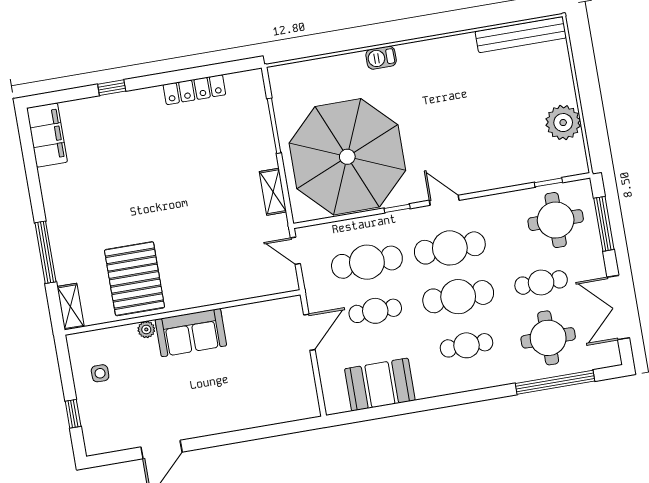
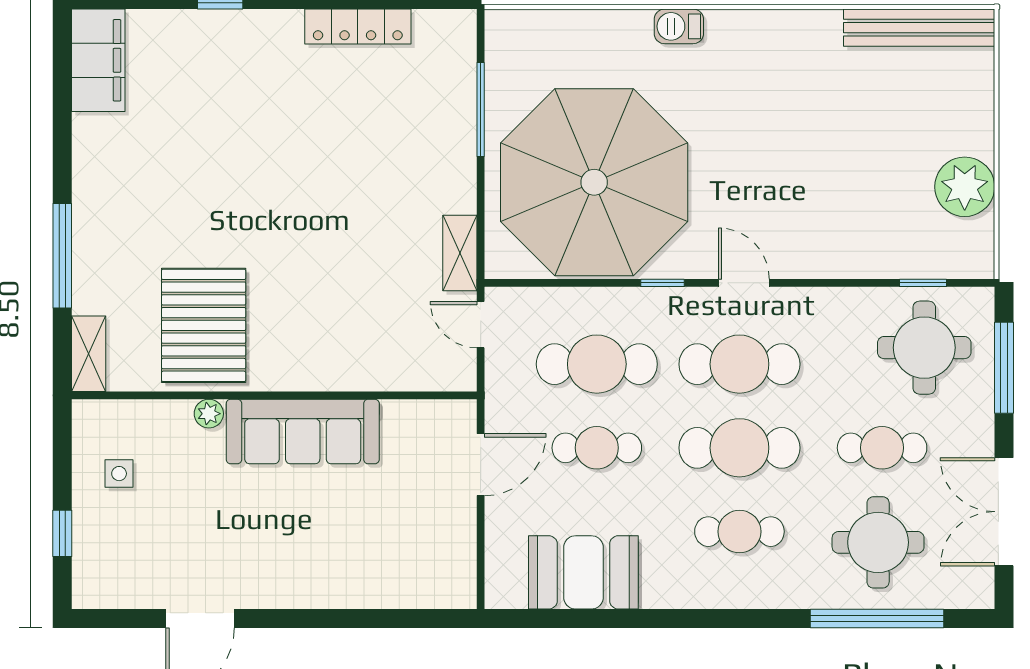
shelving: (273, 192) -> (460, 253), moved
sofa: (191, 333) -> (303, 432), width x1.36

